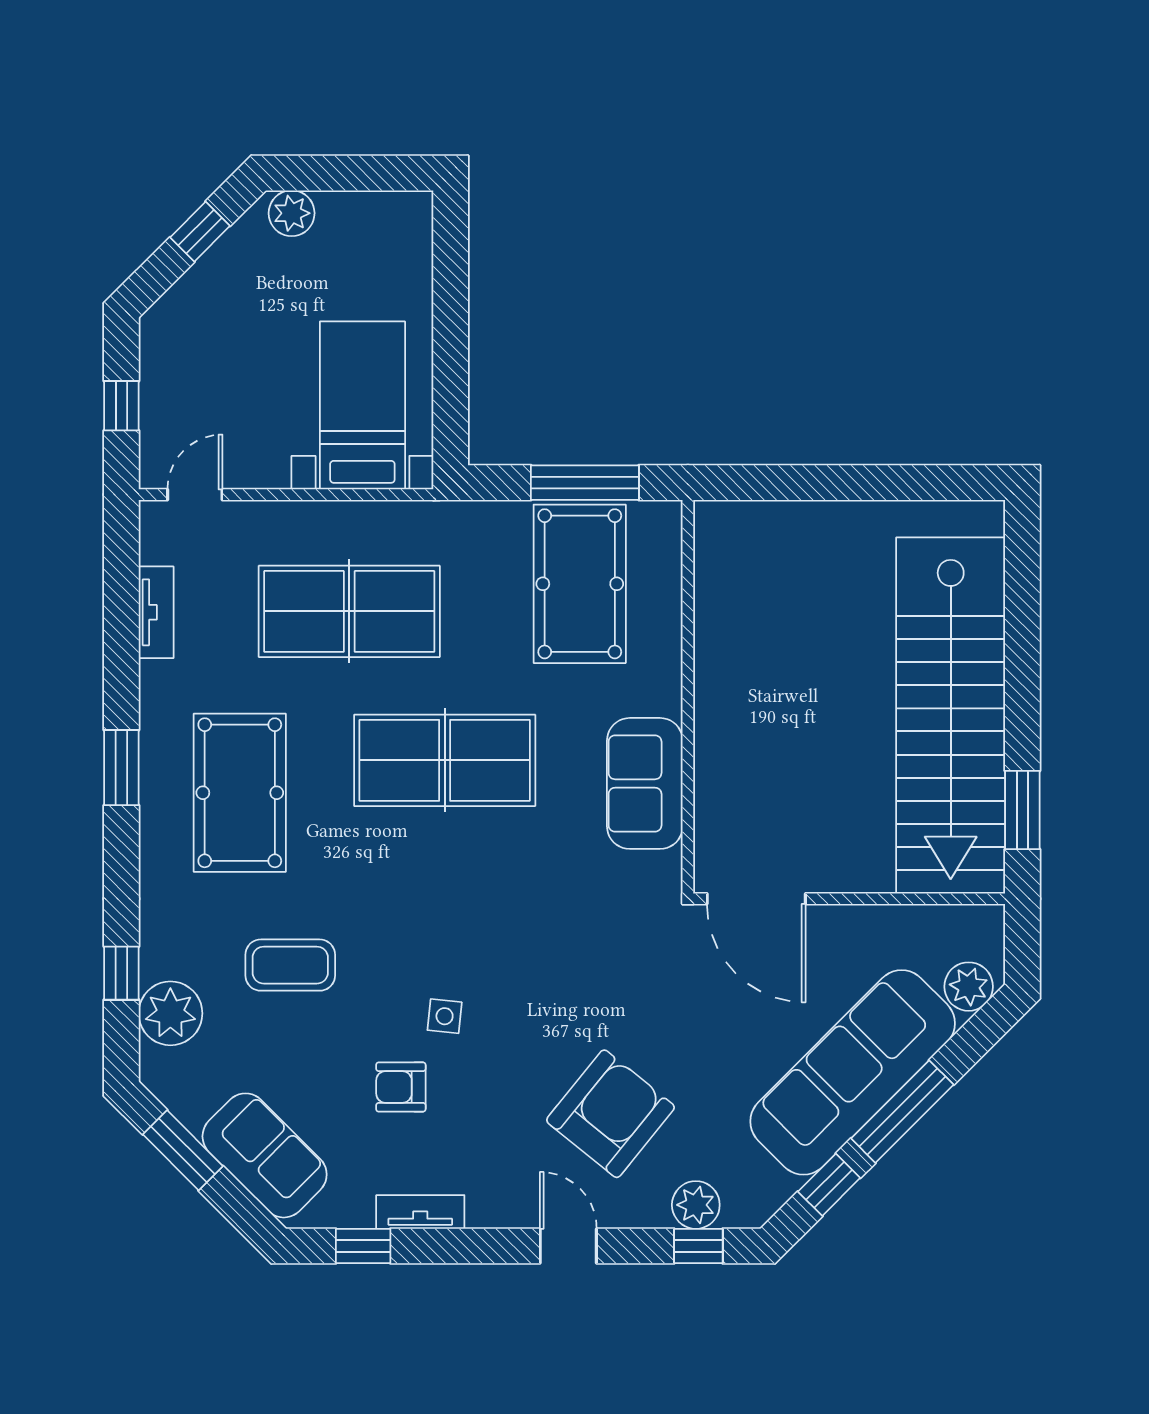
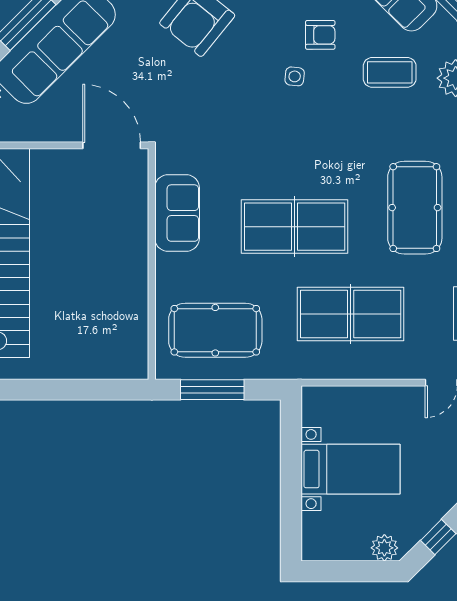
bed with nightstands: (362, 405) -> (350, 469), moved, turned -90
pool table: (580, 584) -> (215, 330), turned 90
coffee table: (290, 965) -> (390, 72), moved

